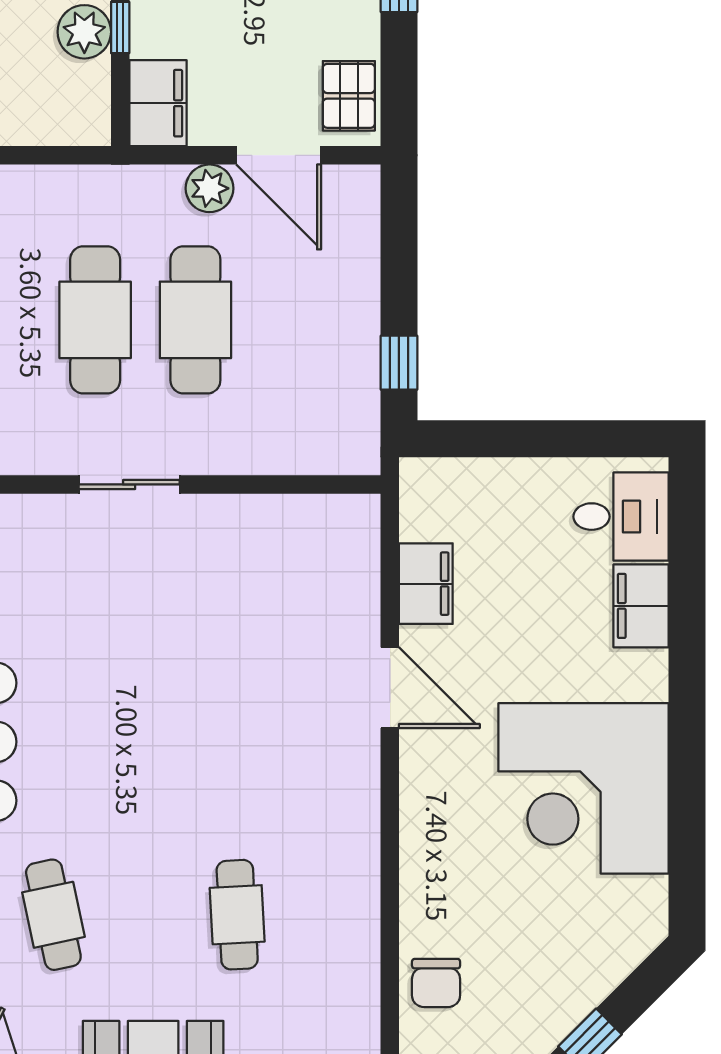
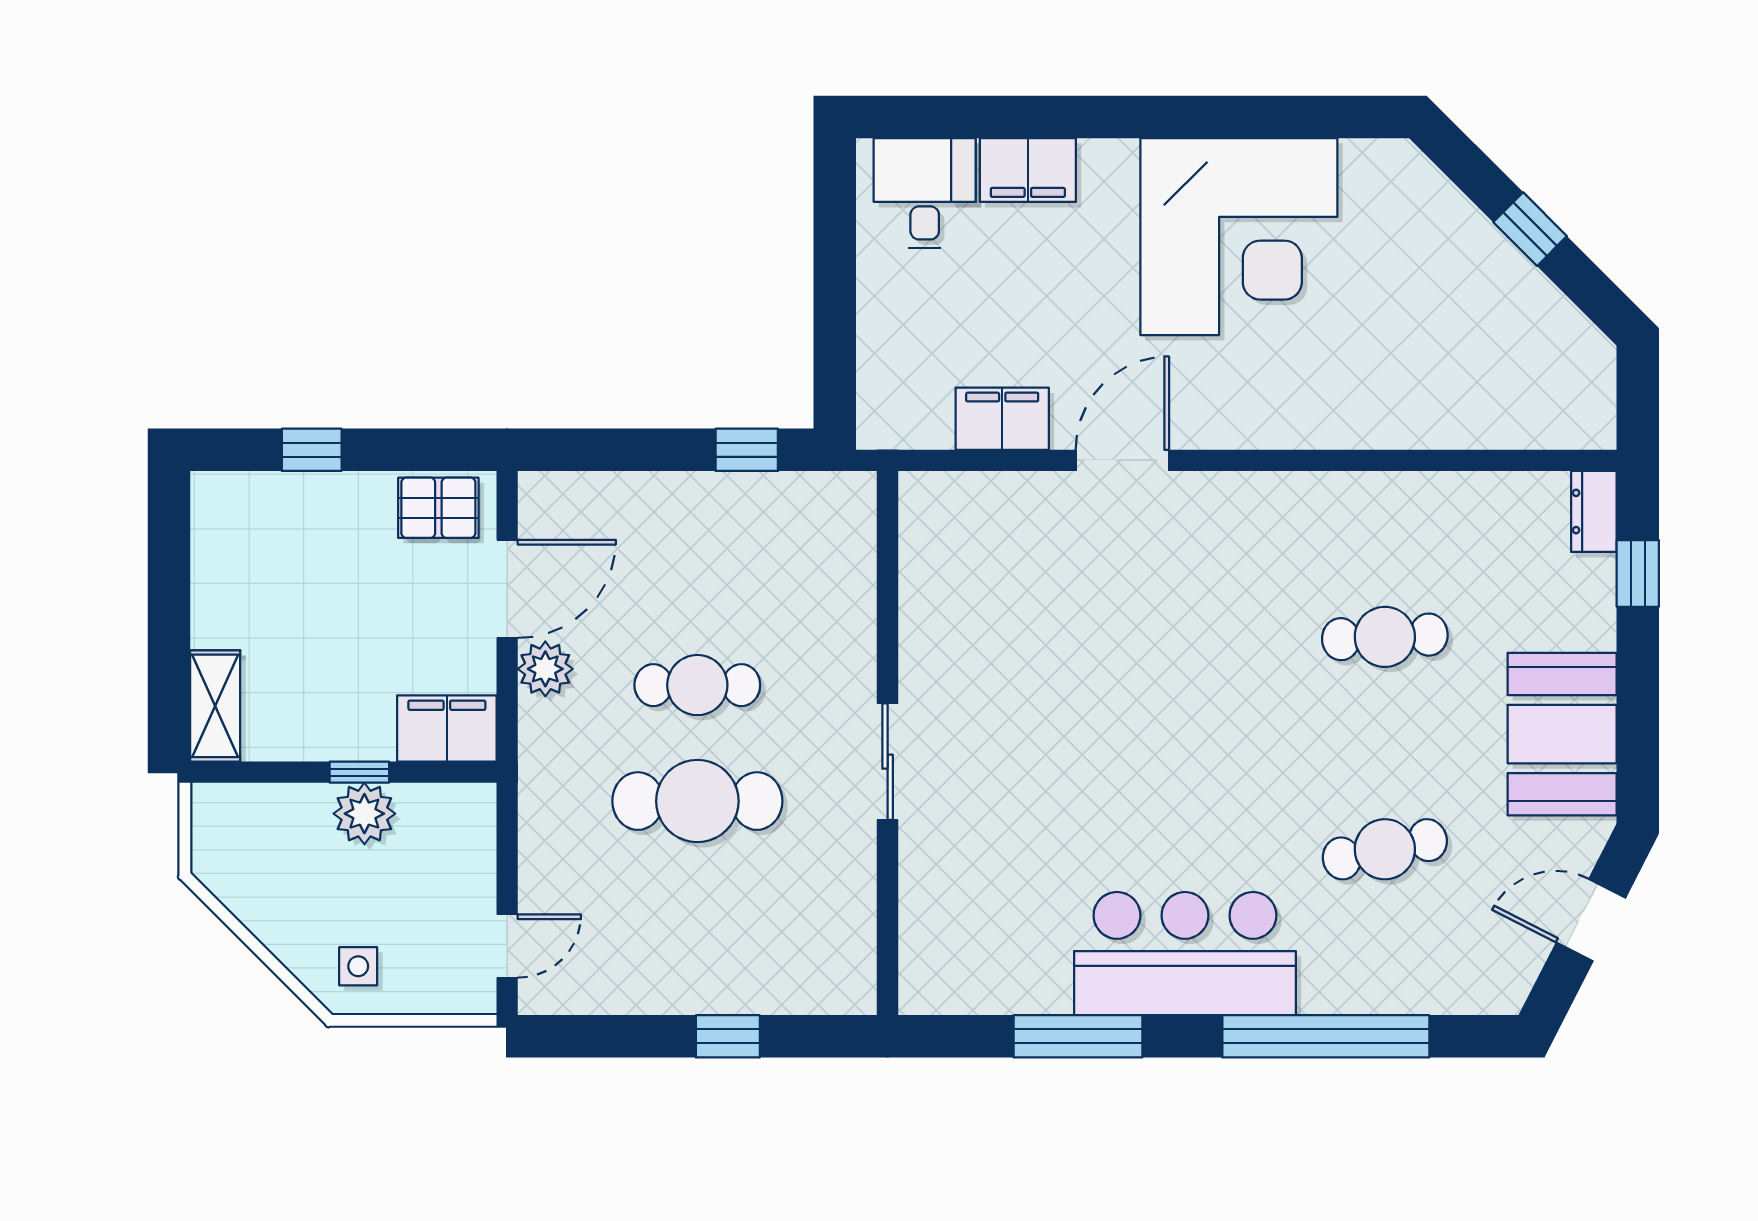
cafe table: (195, 320) -> (697, 685), width x0.73, depth x0.74
chair: (436, 983) -> (1464, 407), removed

